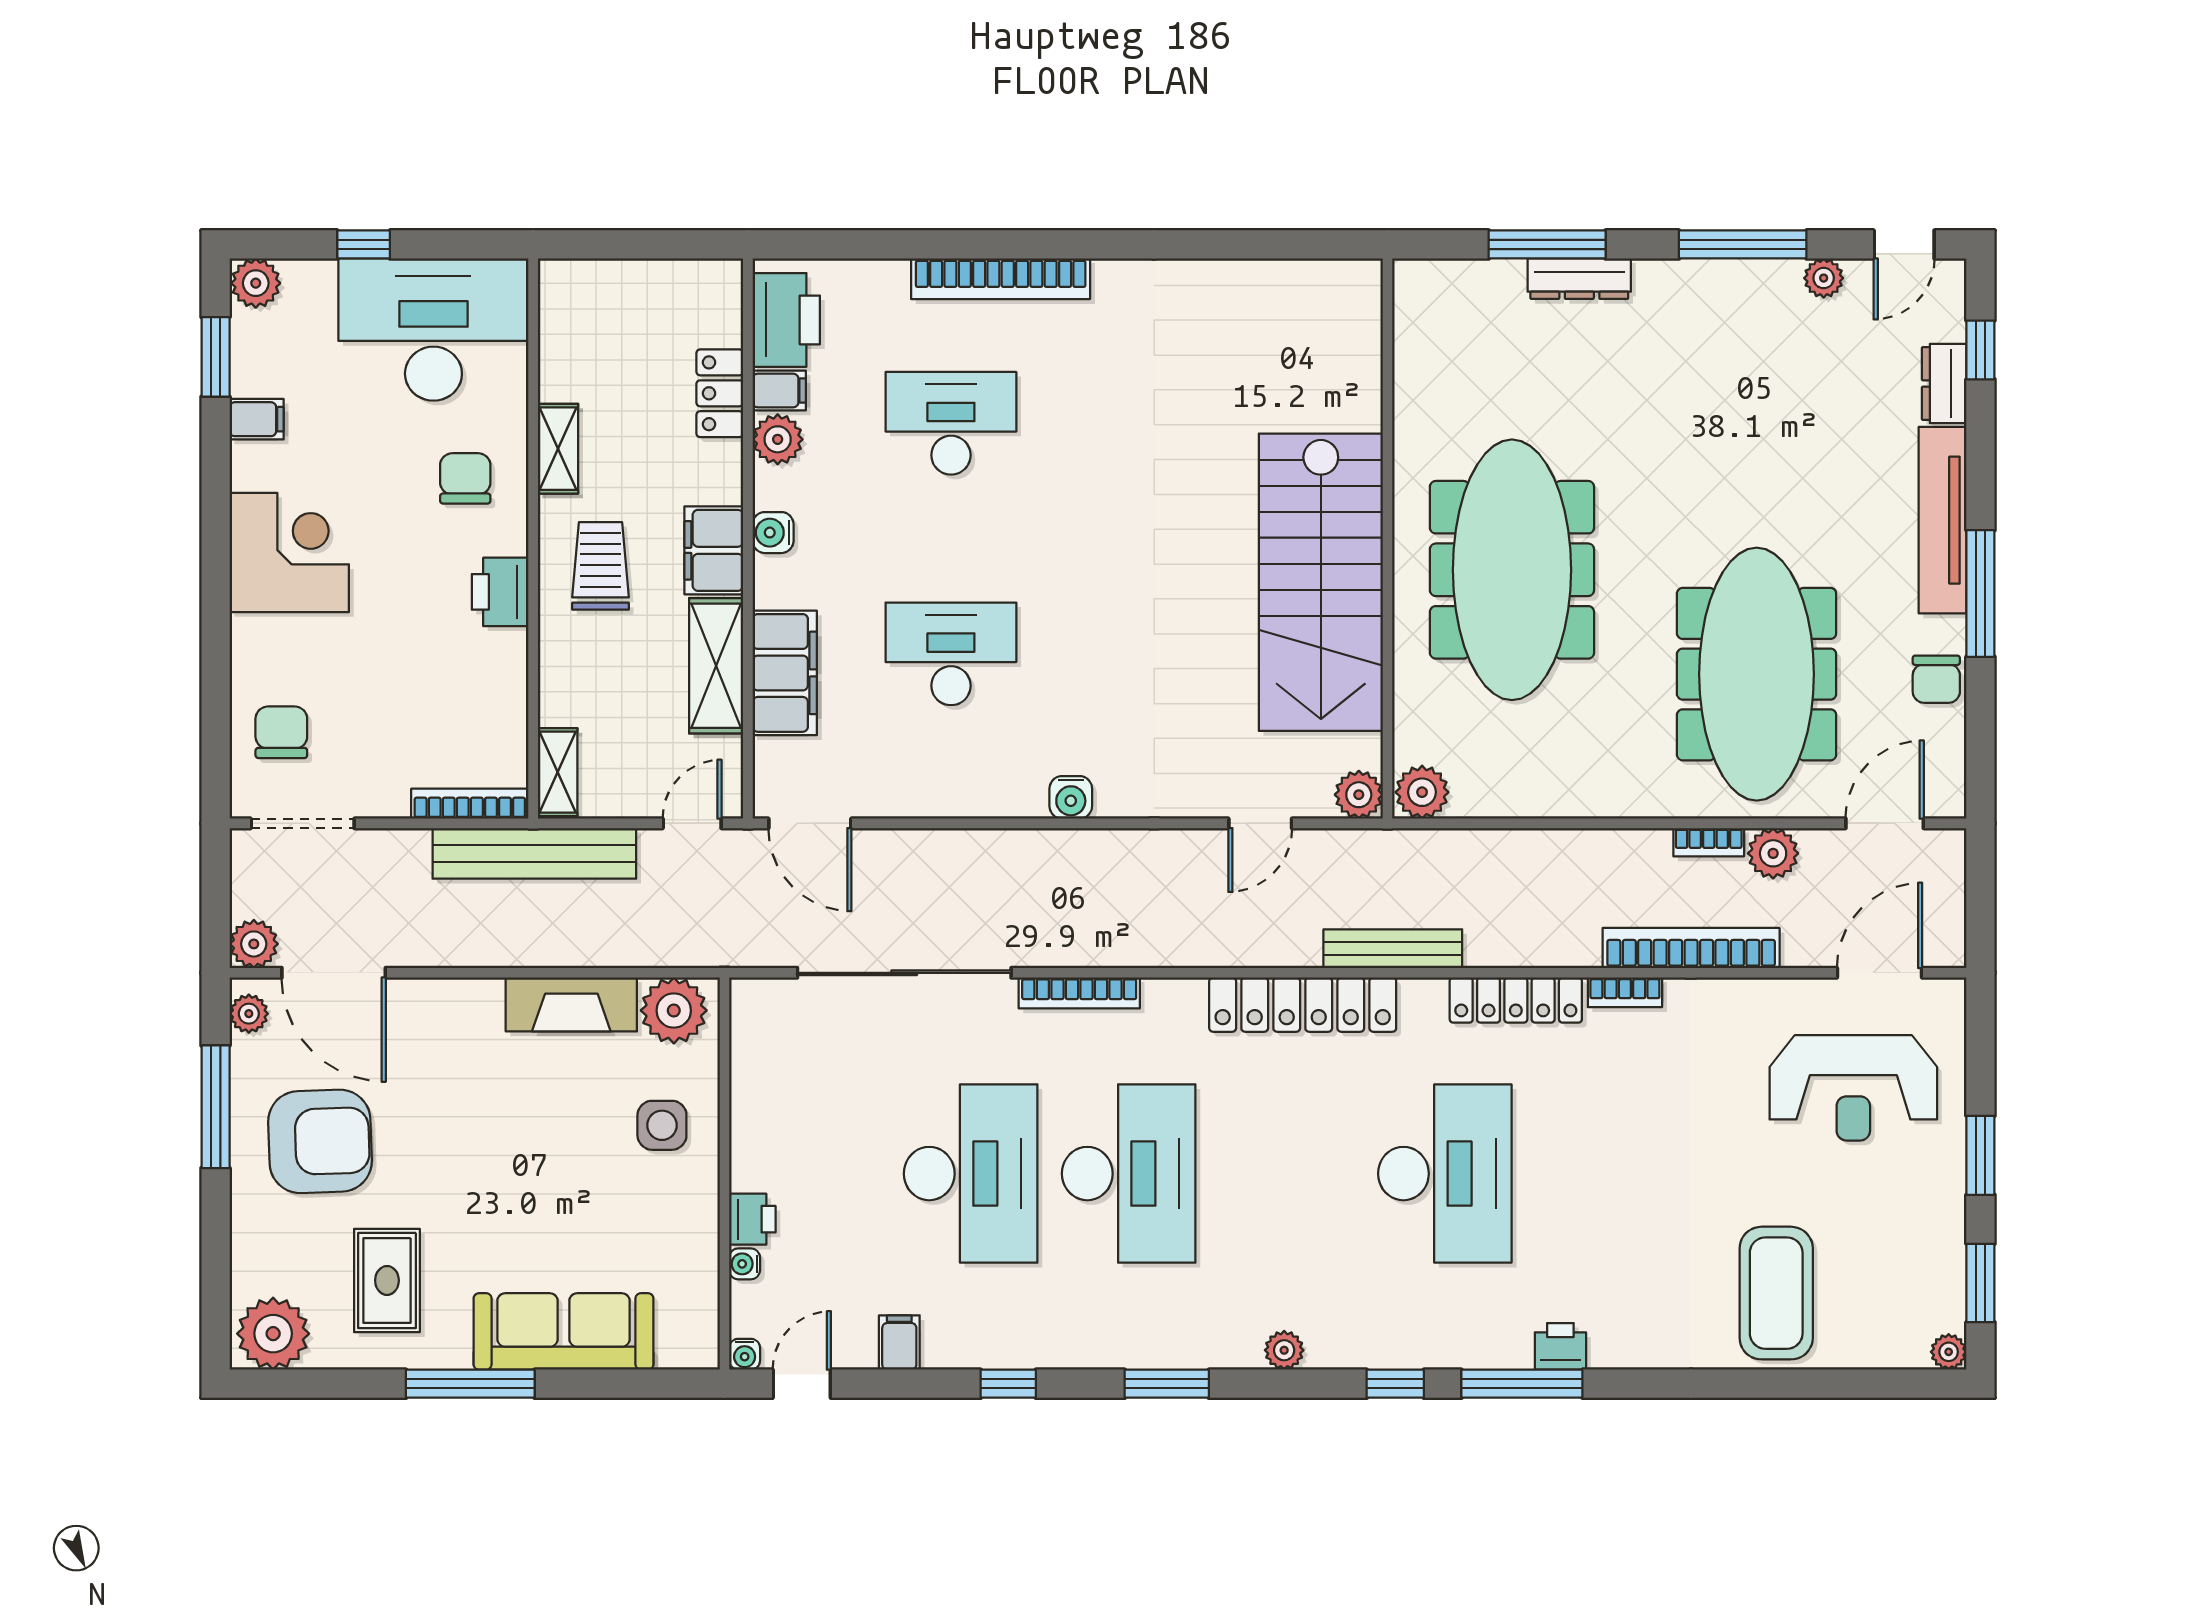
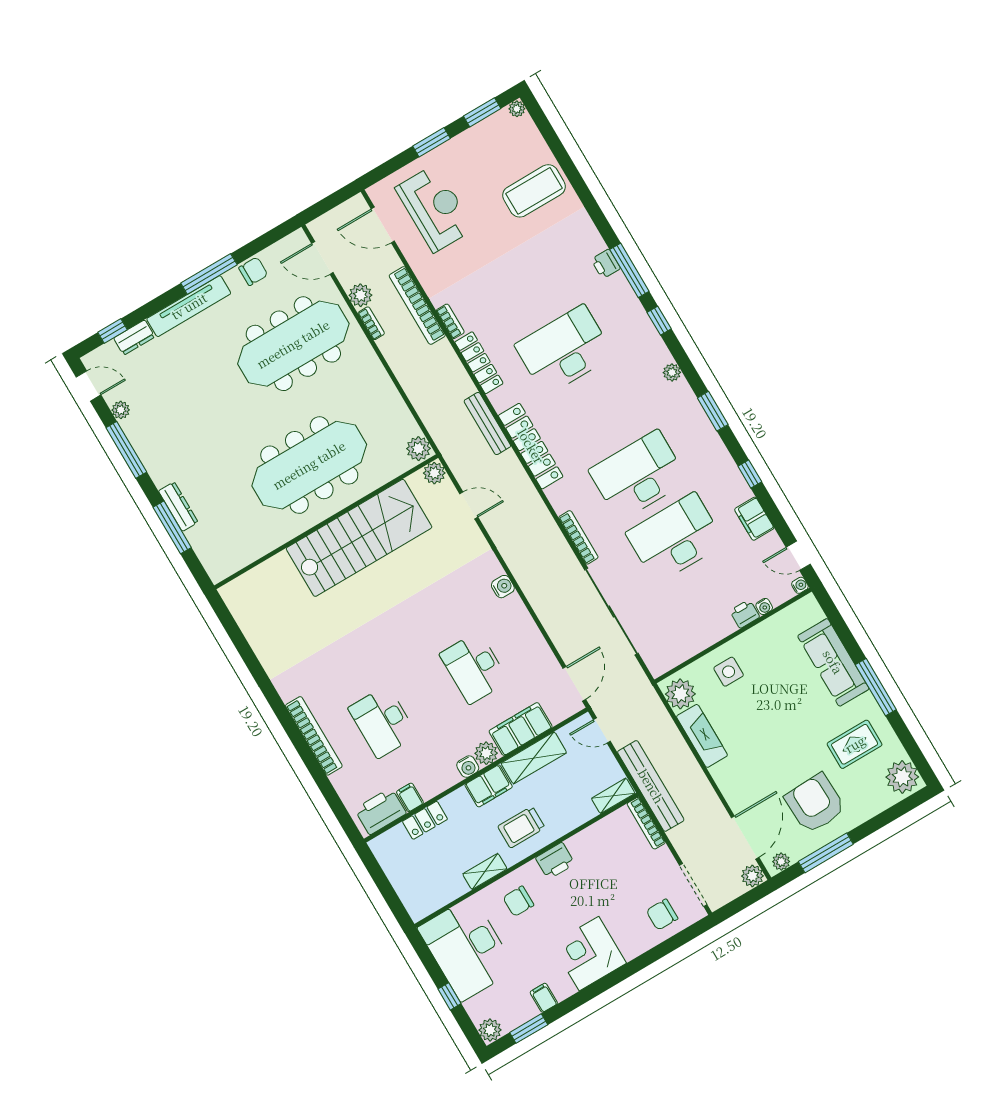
plant: (778, 439) -> (486, 753), moved
filing cabinet: (899, 1343) -> (754, 519), width x2.00

